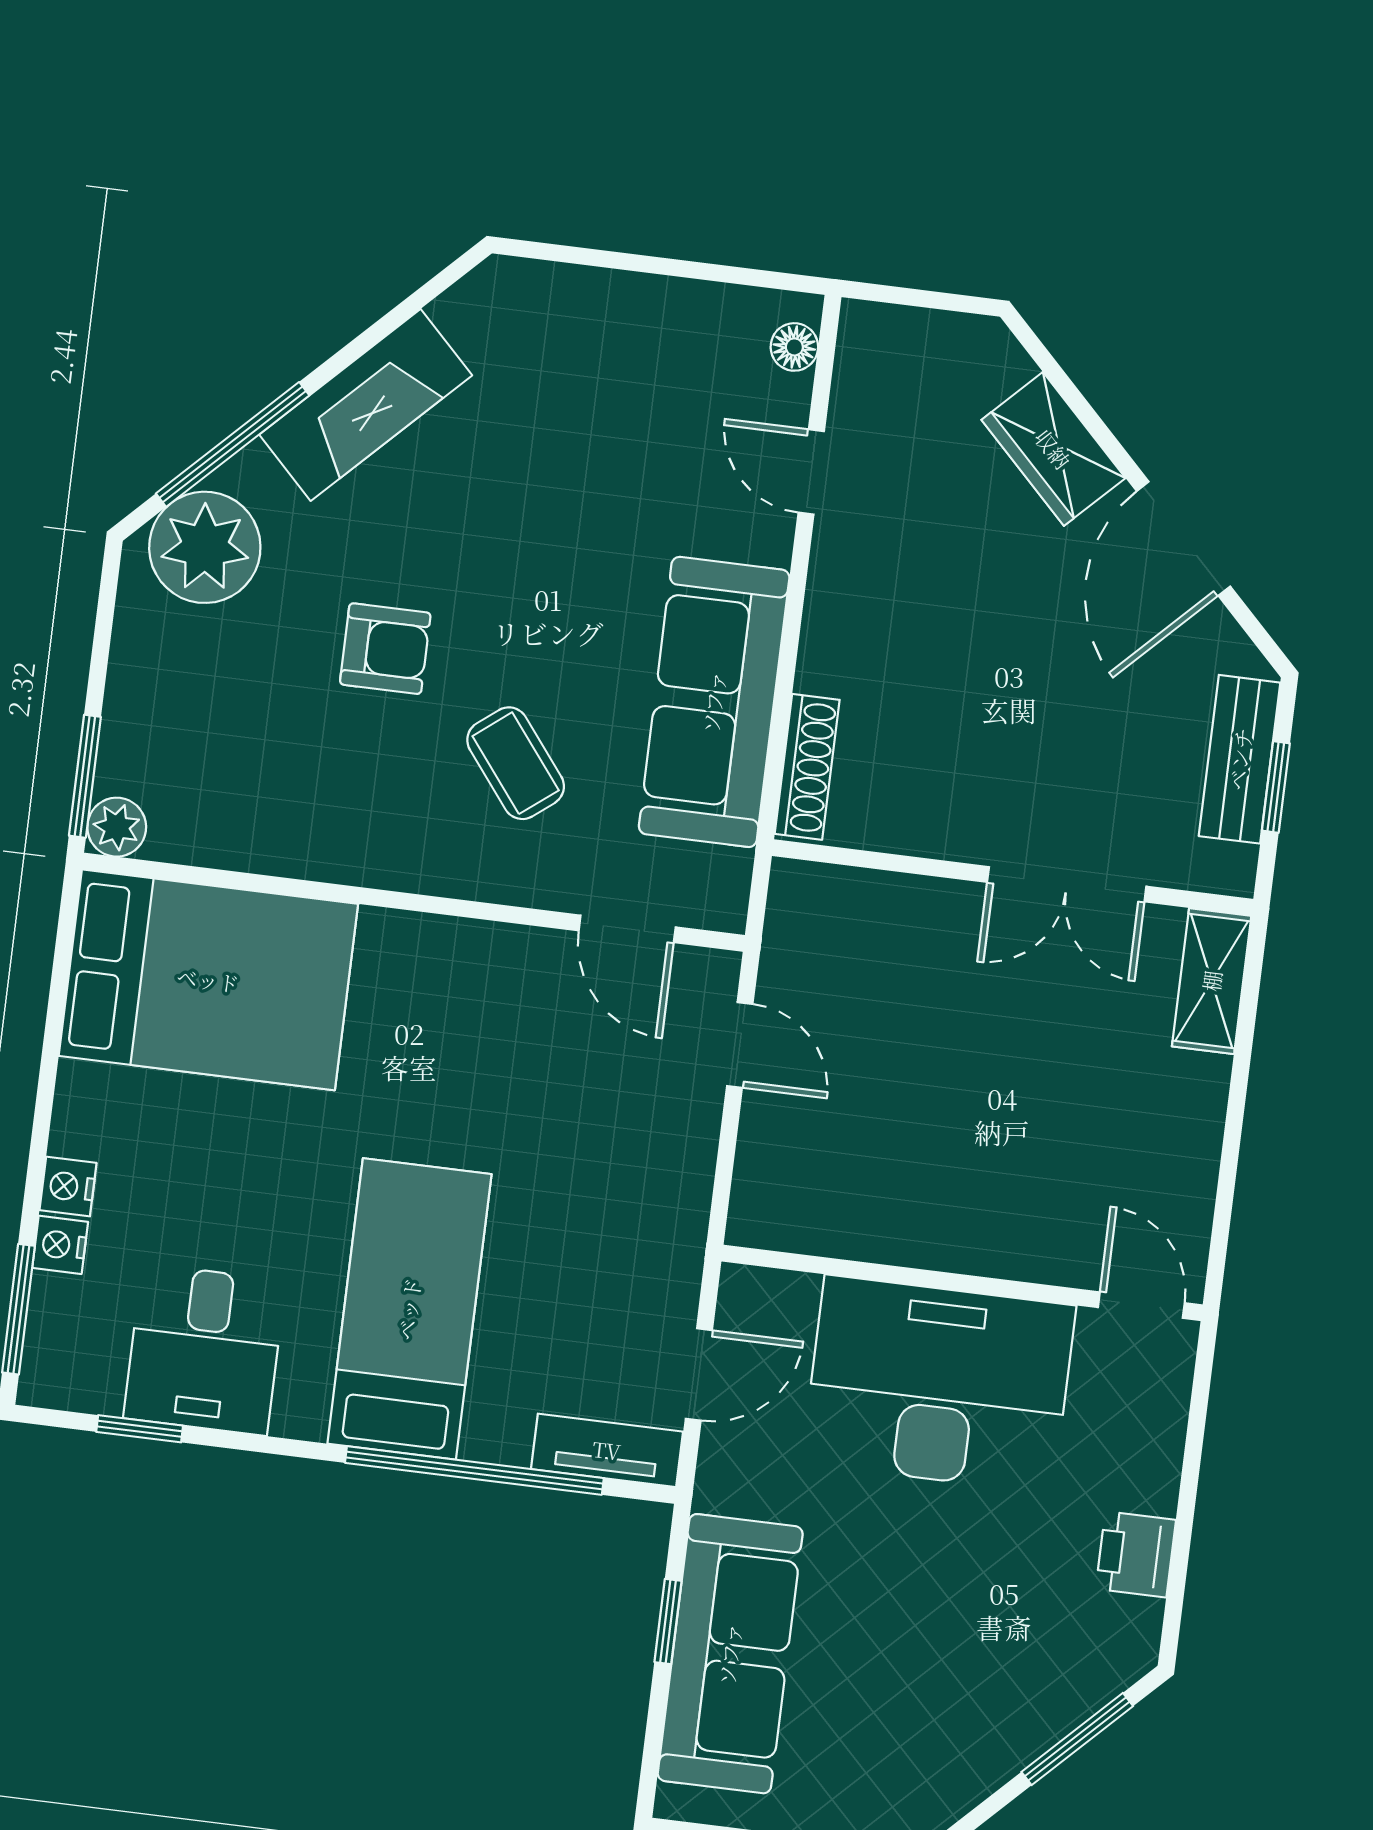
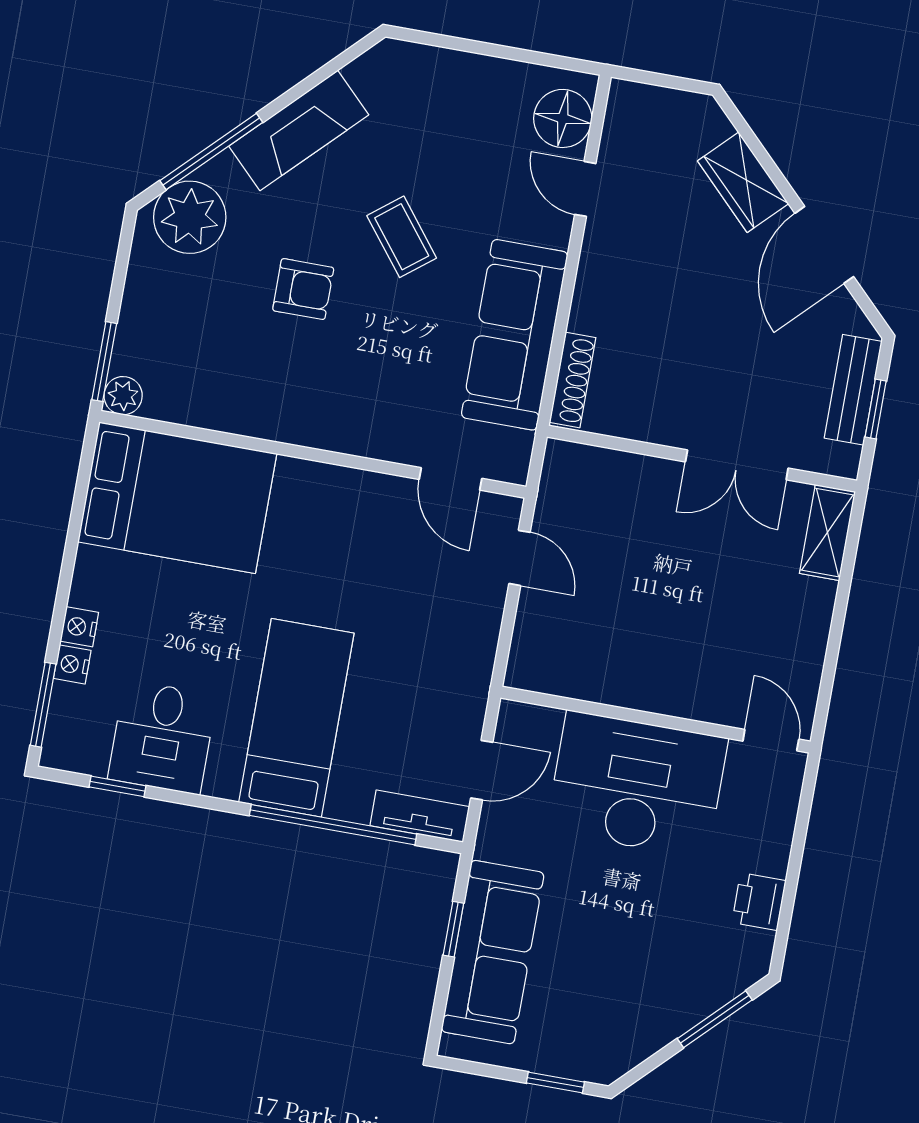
floor lamp: (794, 347) -> (563, 118), width x1.89, depth x1.89
coffee table: (516, 763) -> (402, 237), moved

